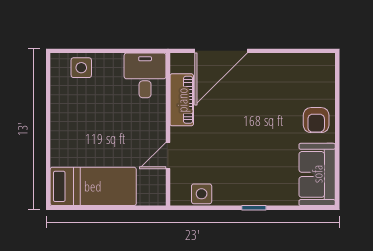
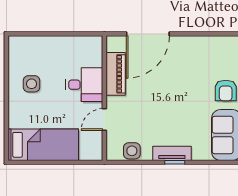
side table: (81, 68) -> (32, 84), moved
desk: (145, 75) -> (84, 85), moved, turned 90
tv unit: (250, 197) -> (172, 153), added

